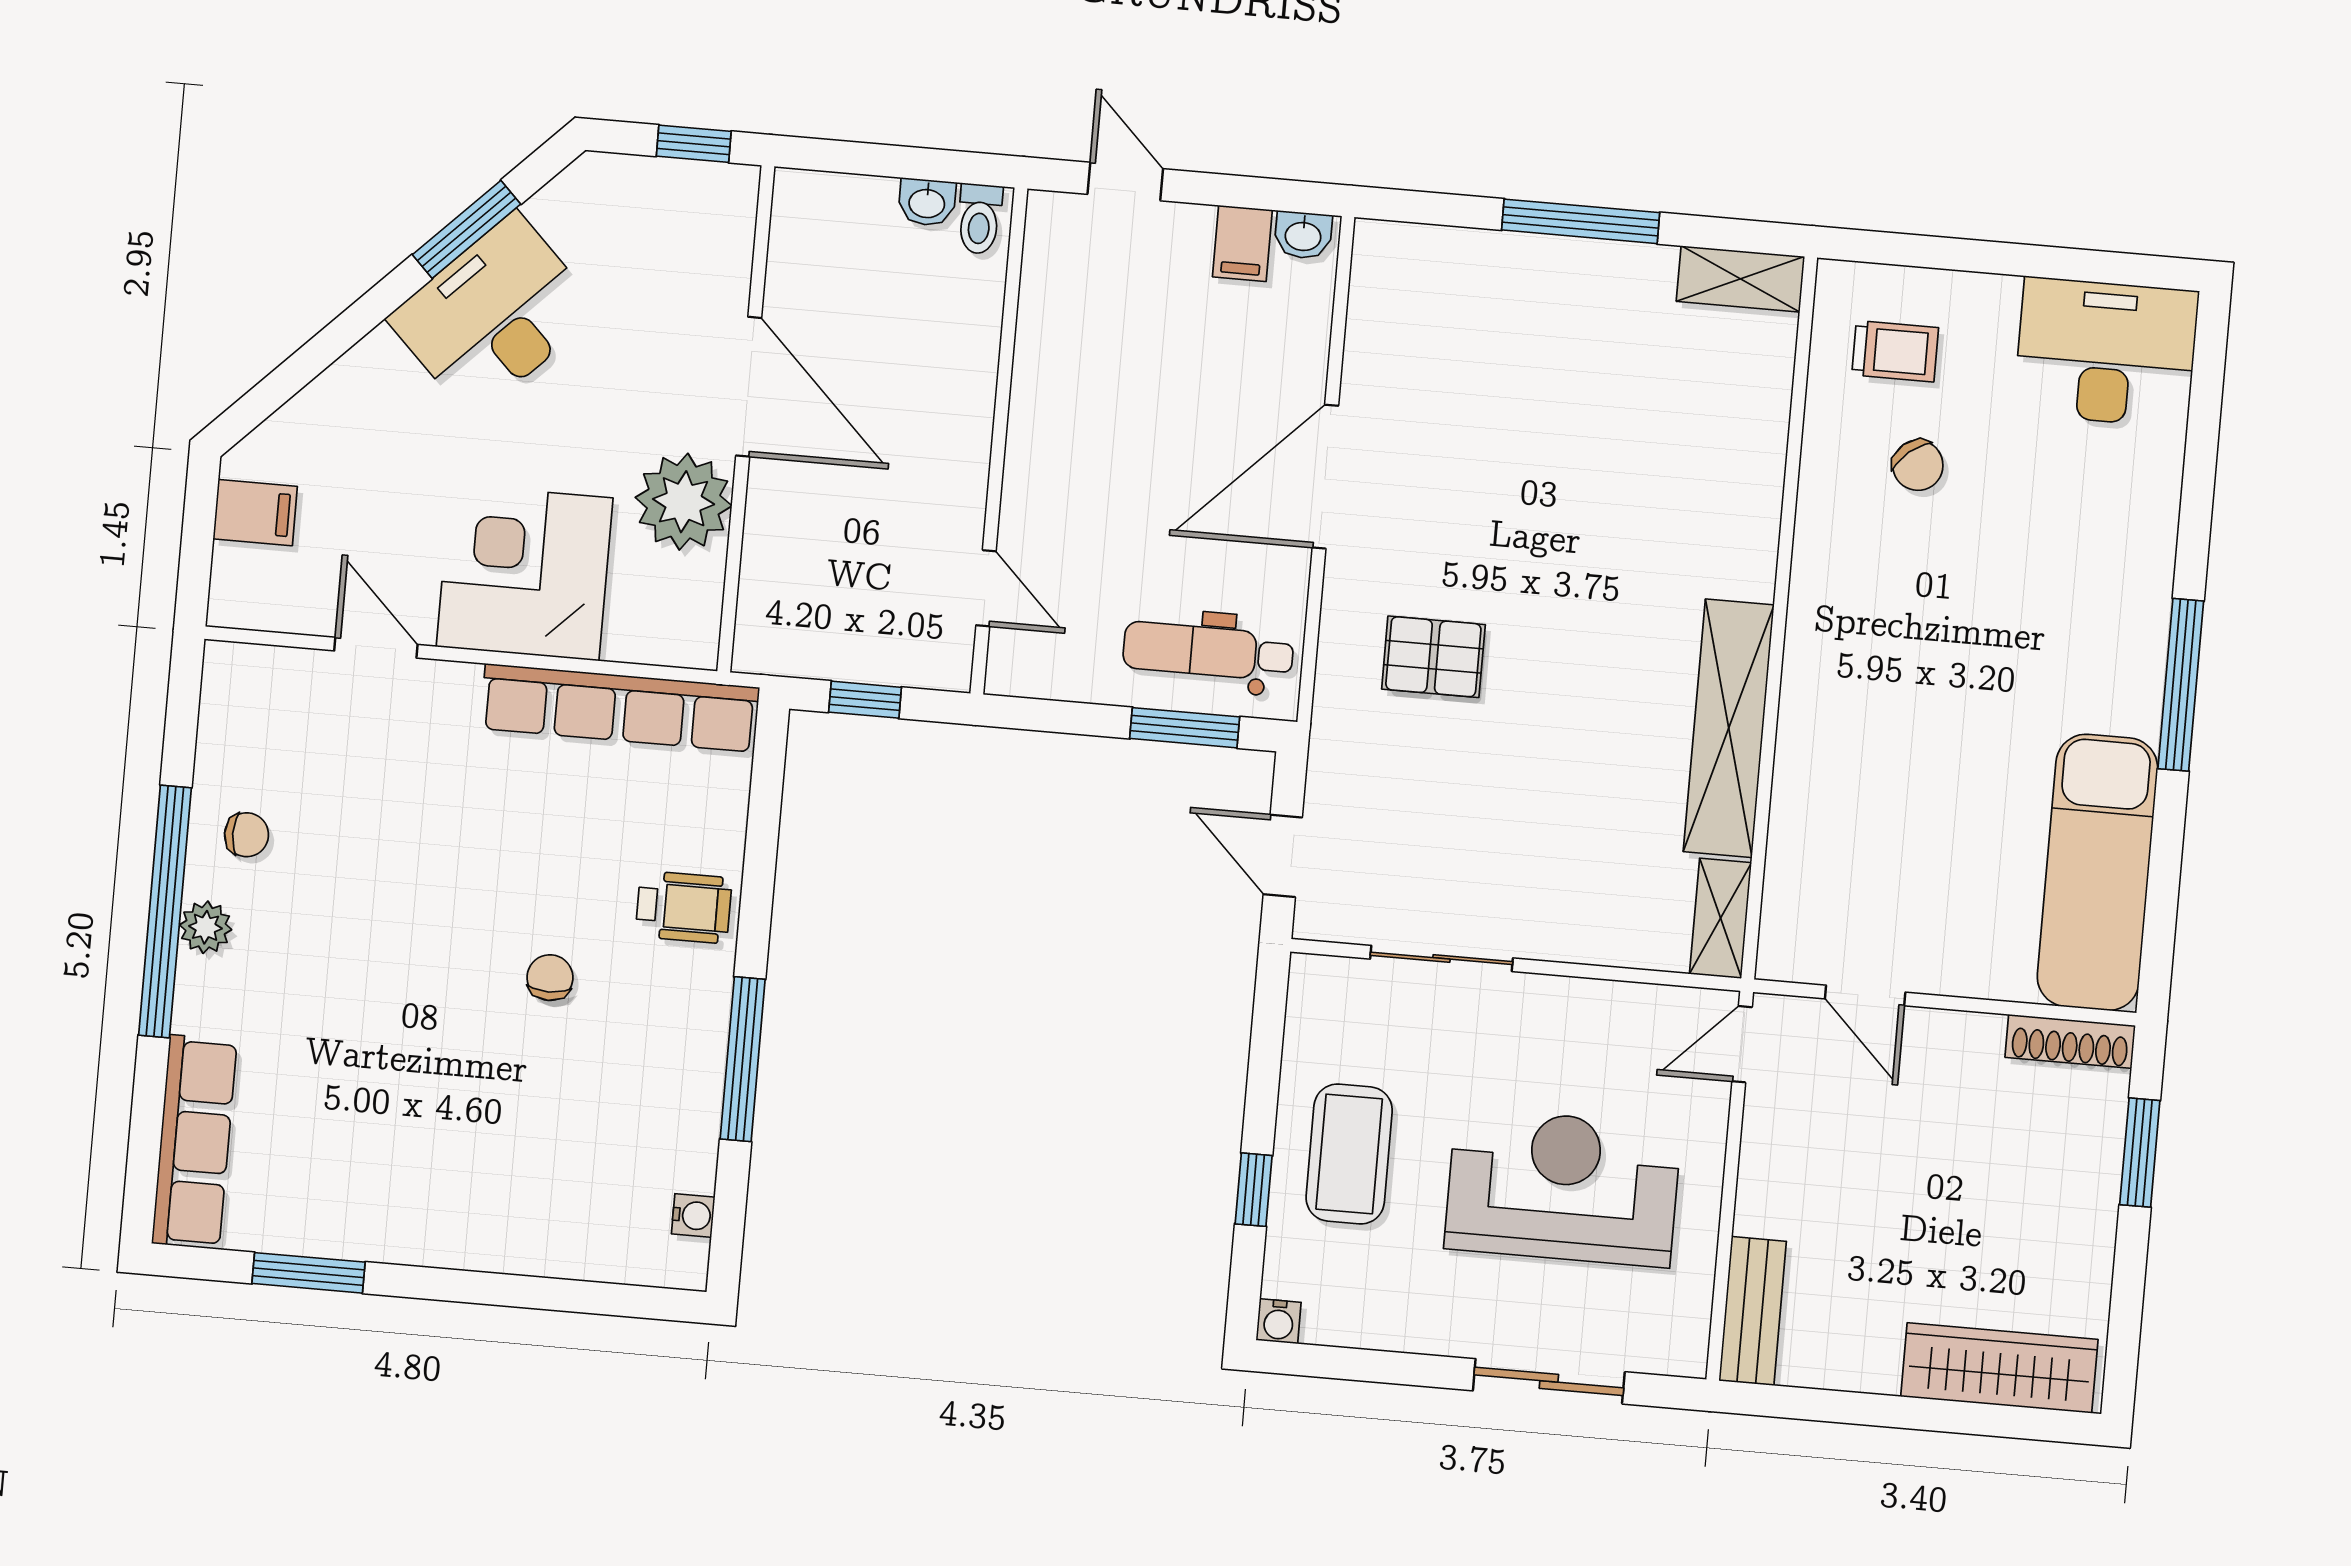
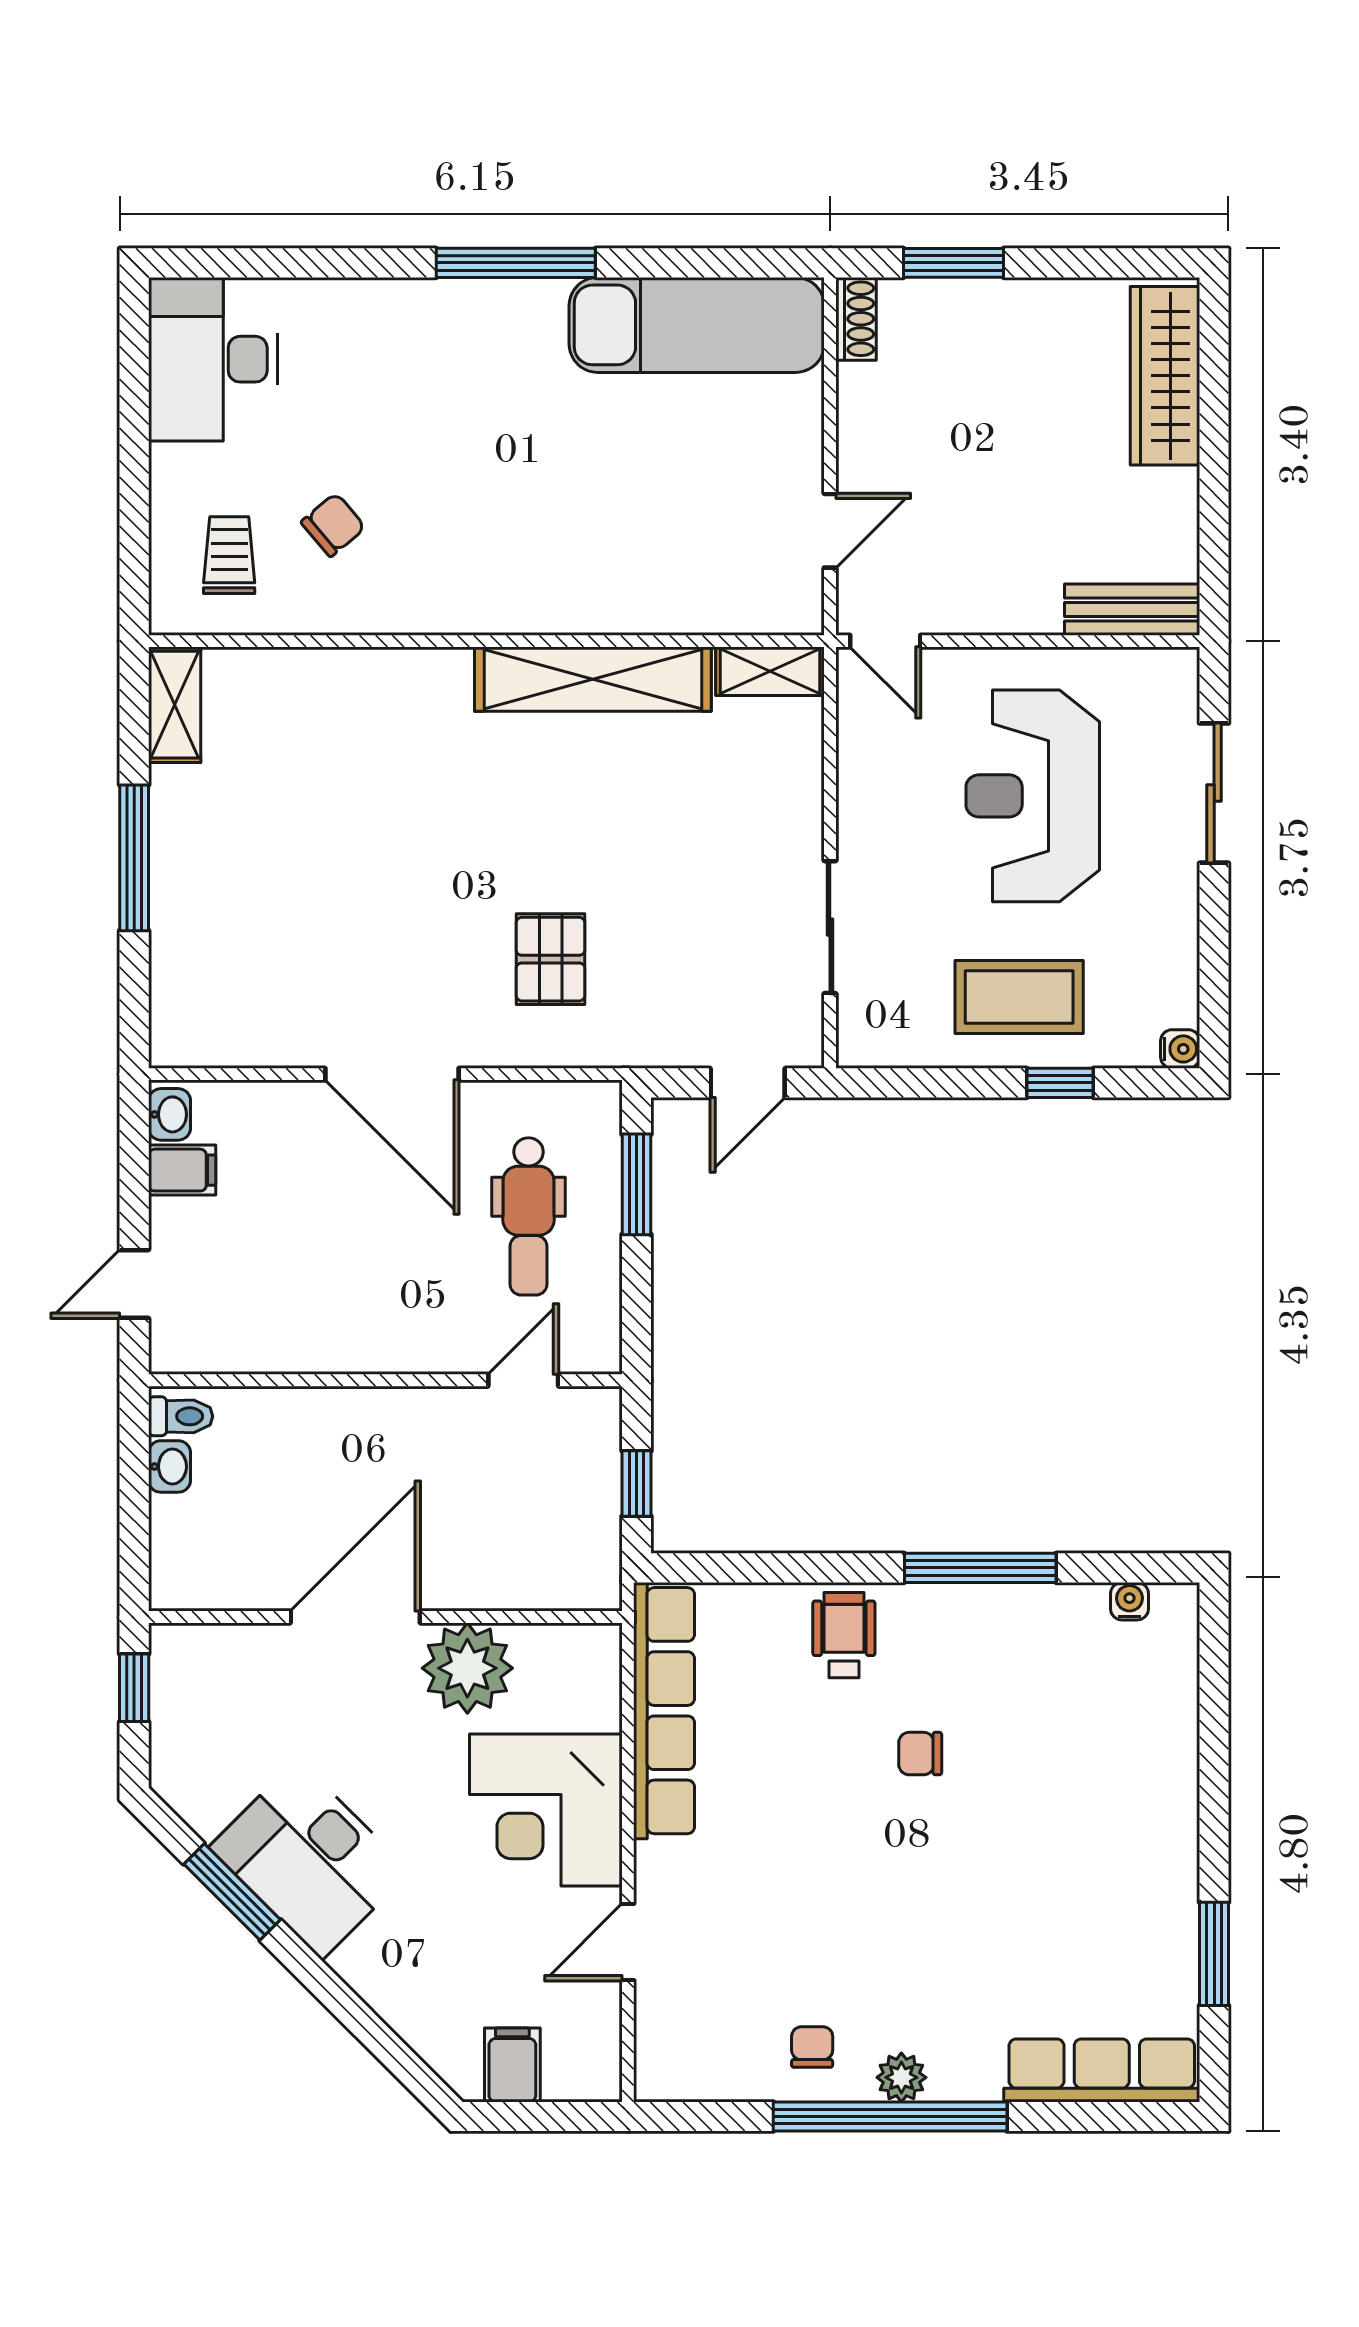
dental chair: (1208, 651) -> (529, 1216), moved
shoe rack: (2070, 1041) -> (856, 319), width x0.70

